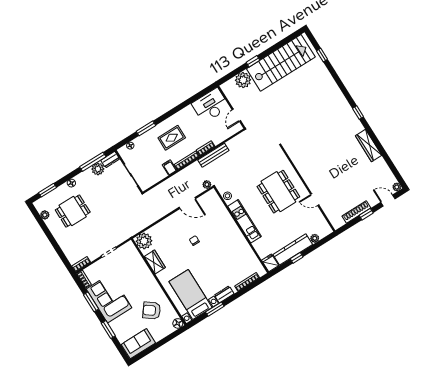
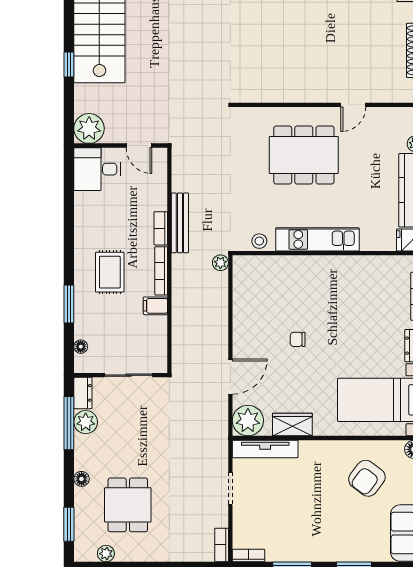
plant: (243, 80) -> (89, 128), moved
desk: (211, 105) -> (97, 169), width x0.73
door: (187, 203) -> (230, 377), moved
tv unit: (136, 257) -> (265, 449), added
corner sofa: (109, 298) -> (305, 535), removed

